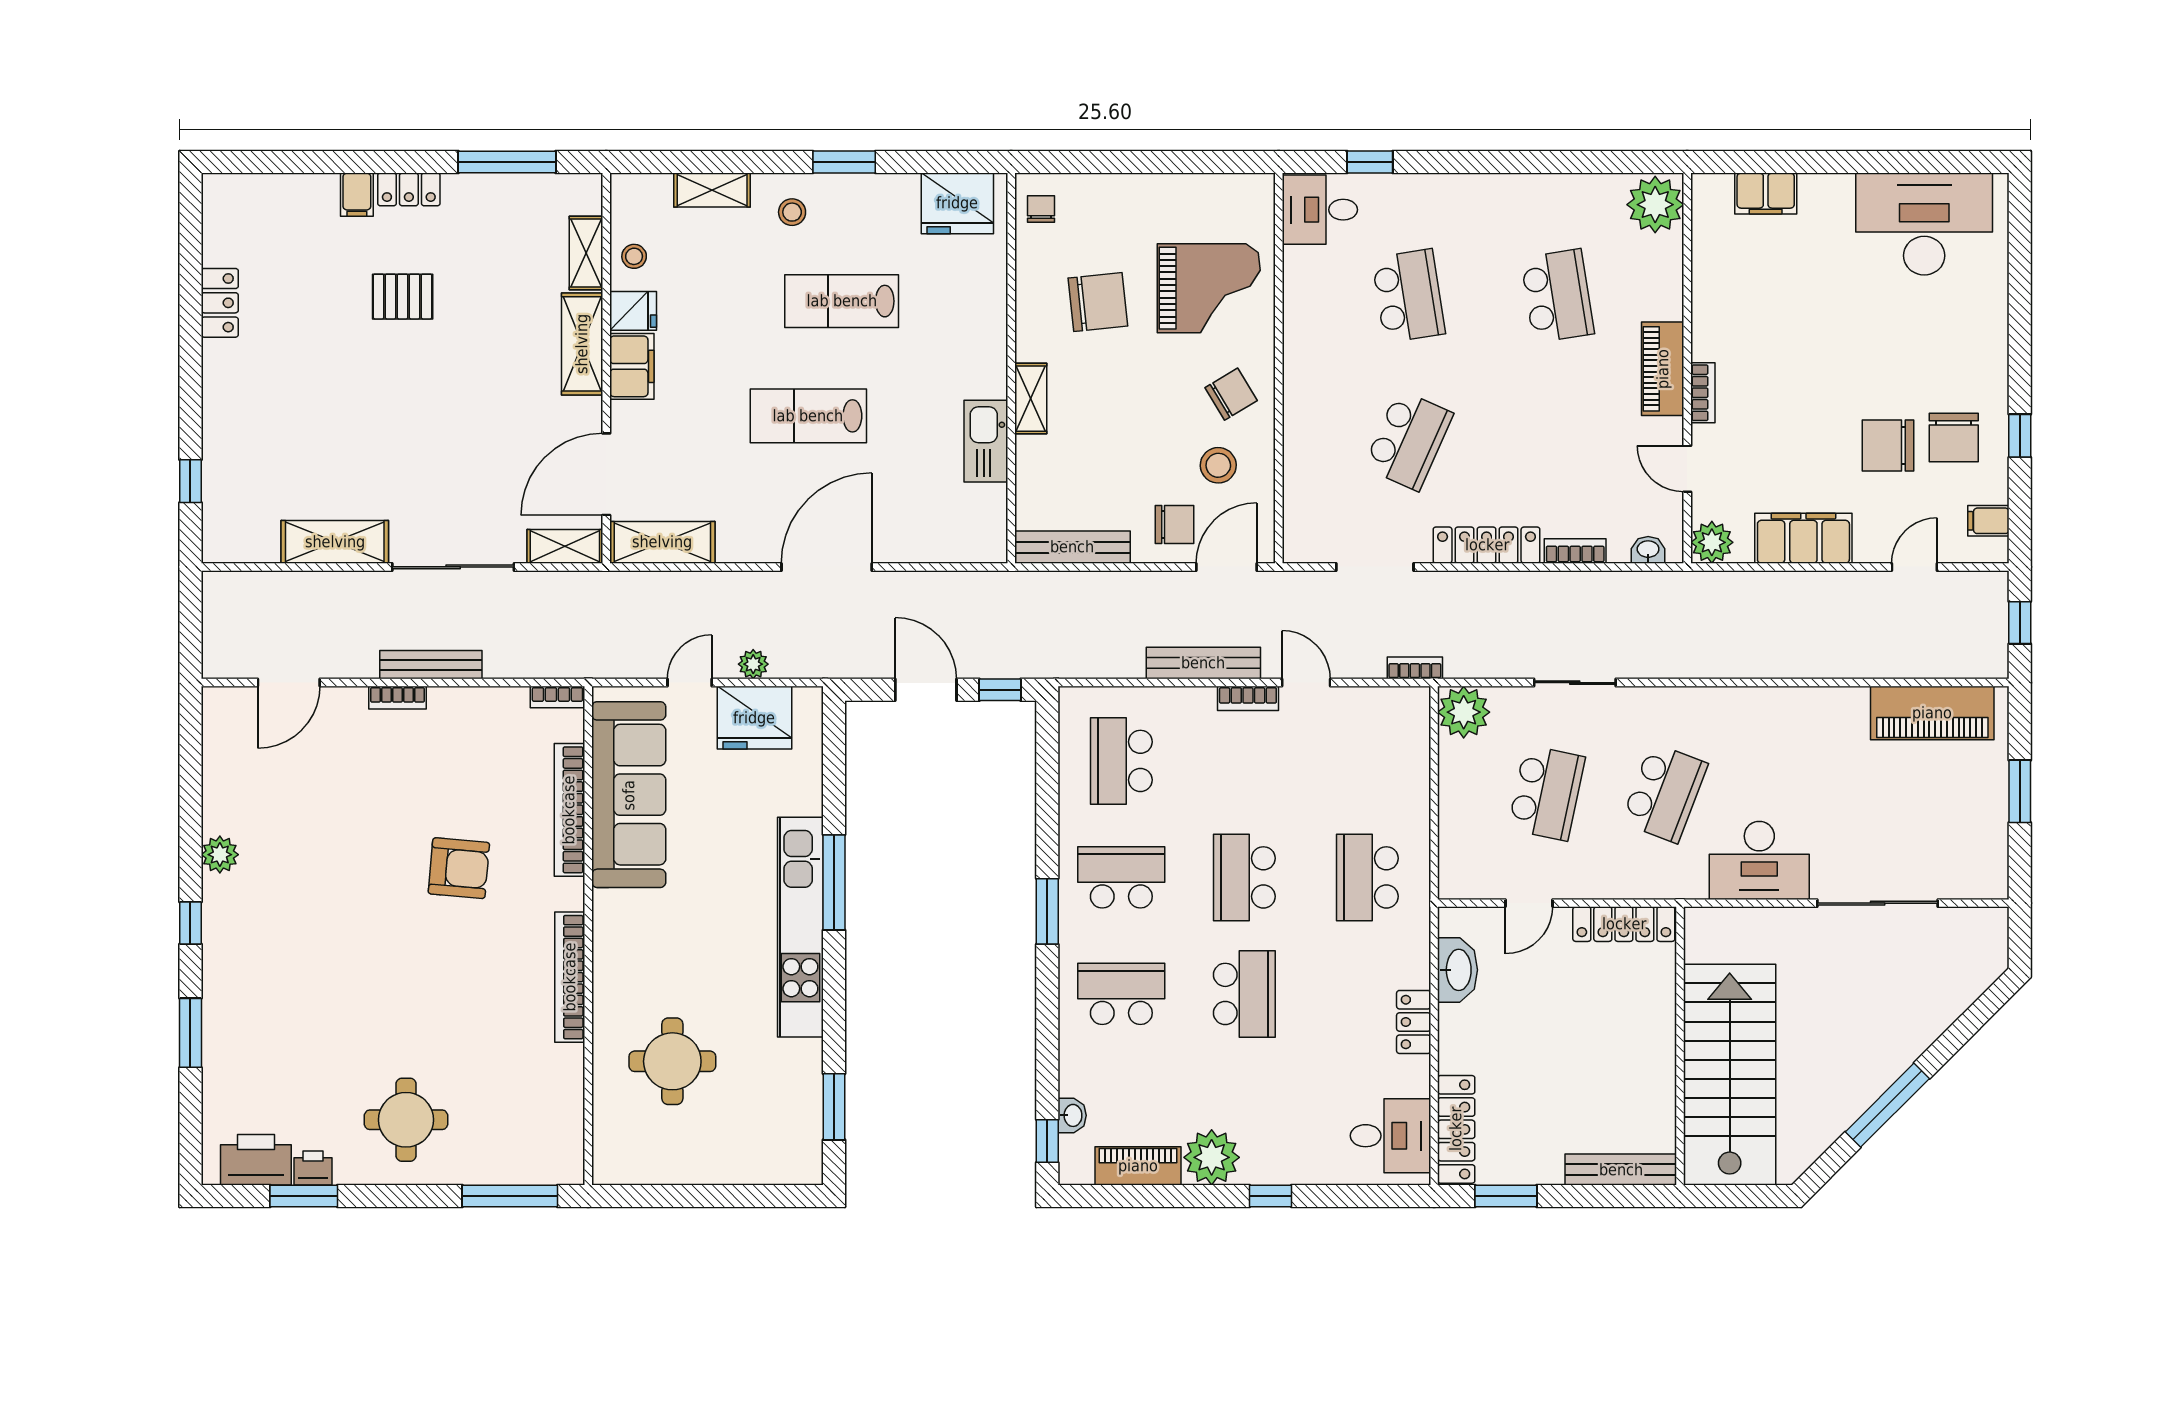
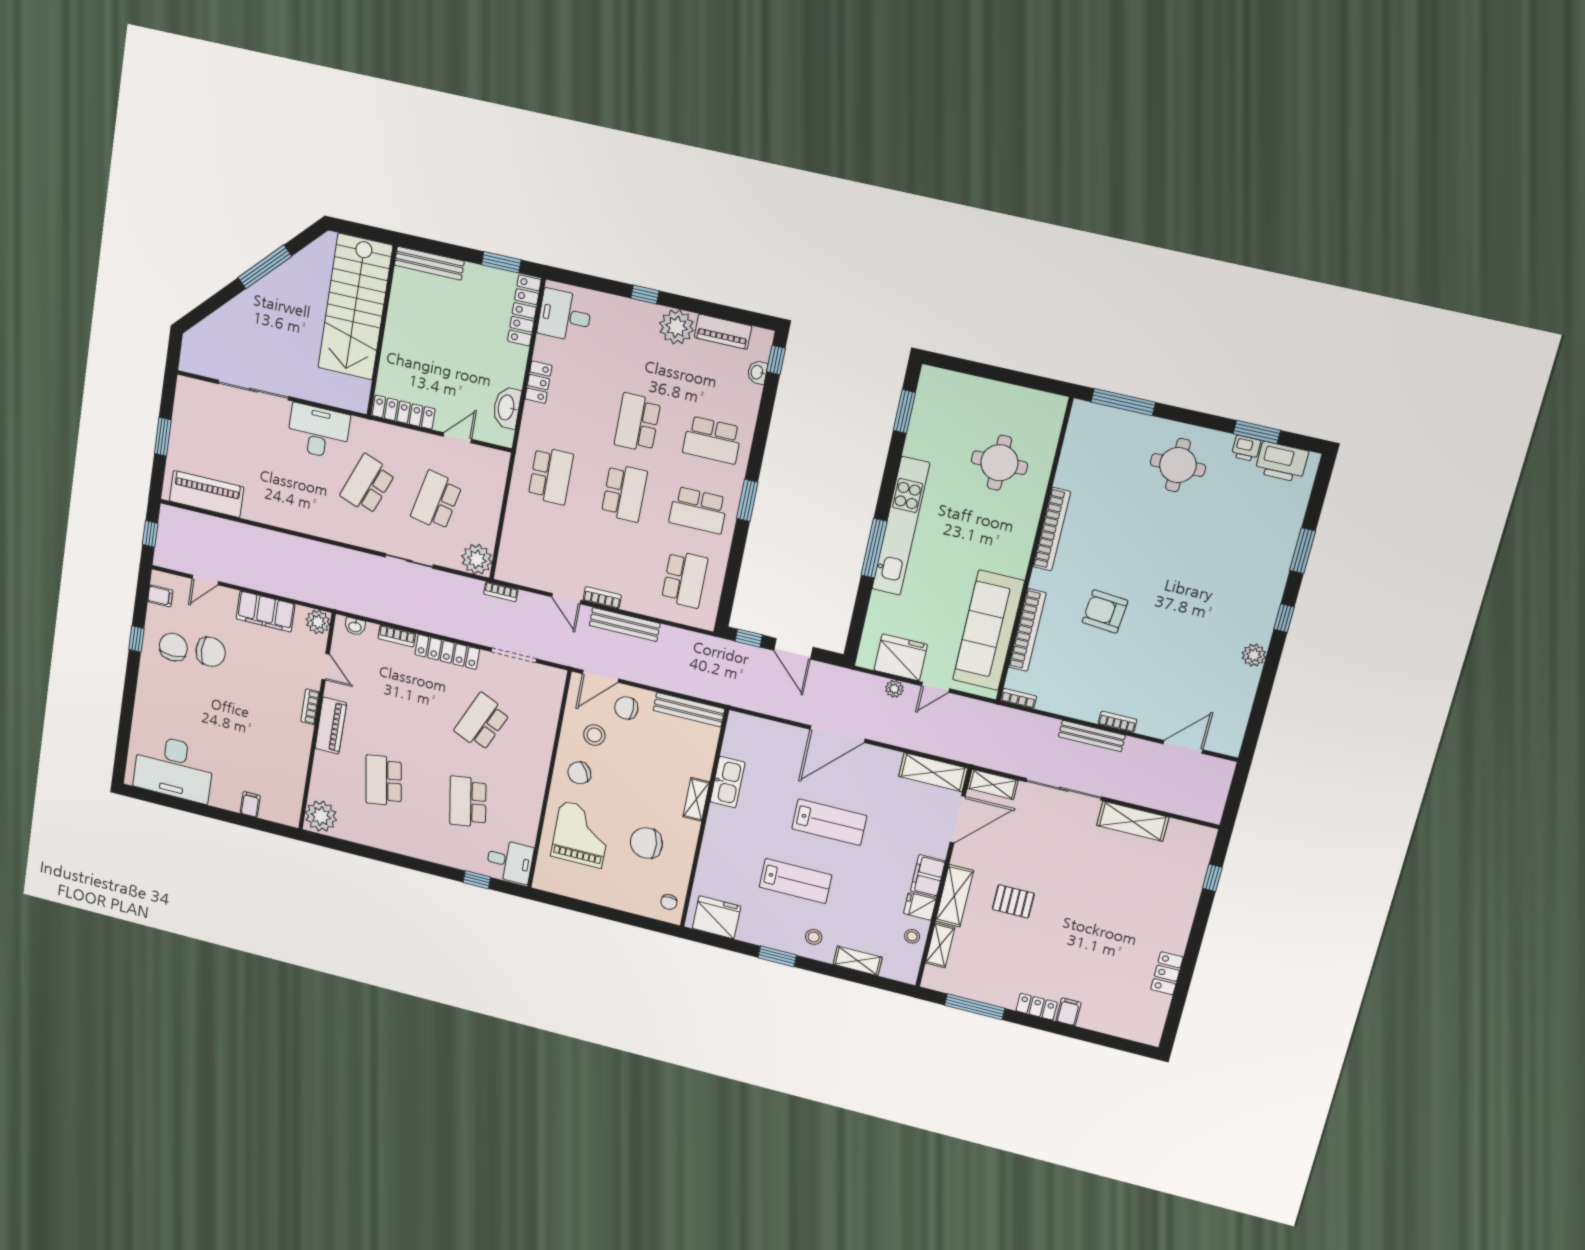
filing cabinet: (1766, 193) -> (250, 804), width x0.50
grand piano: (1209, 288) -> (581, 834), turned 90
pallet: (403, 297) -> (1013, 901), moved

